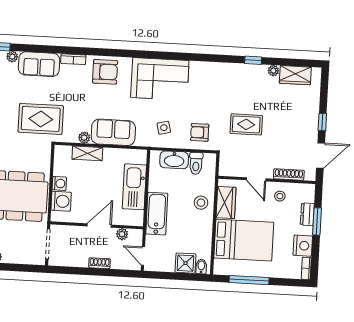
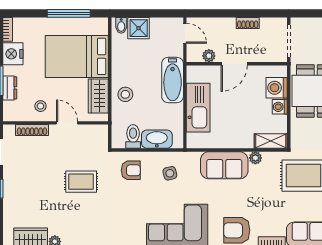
shelving: (87, 153) -> (271, 141), moved
shoe rack: (100, 263) -> (248, 23), moved

